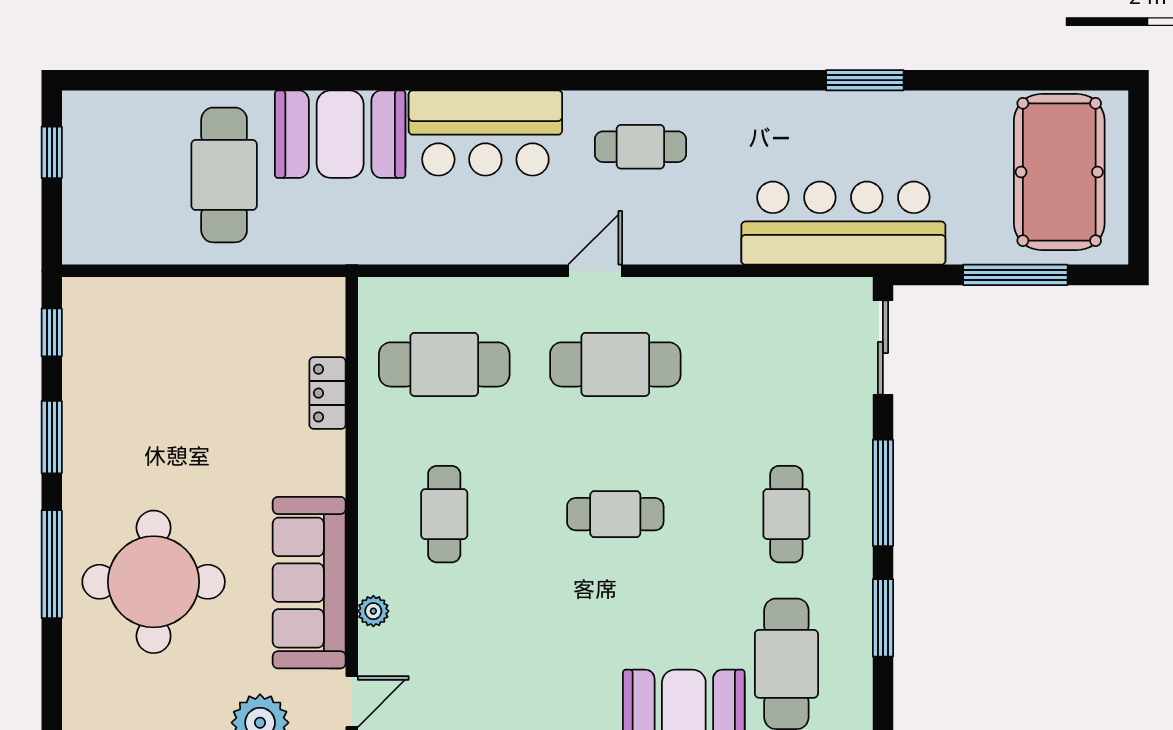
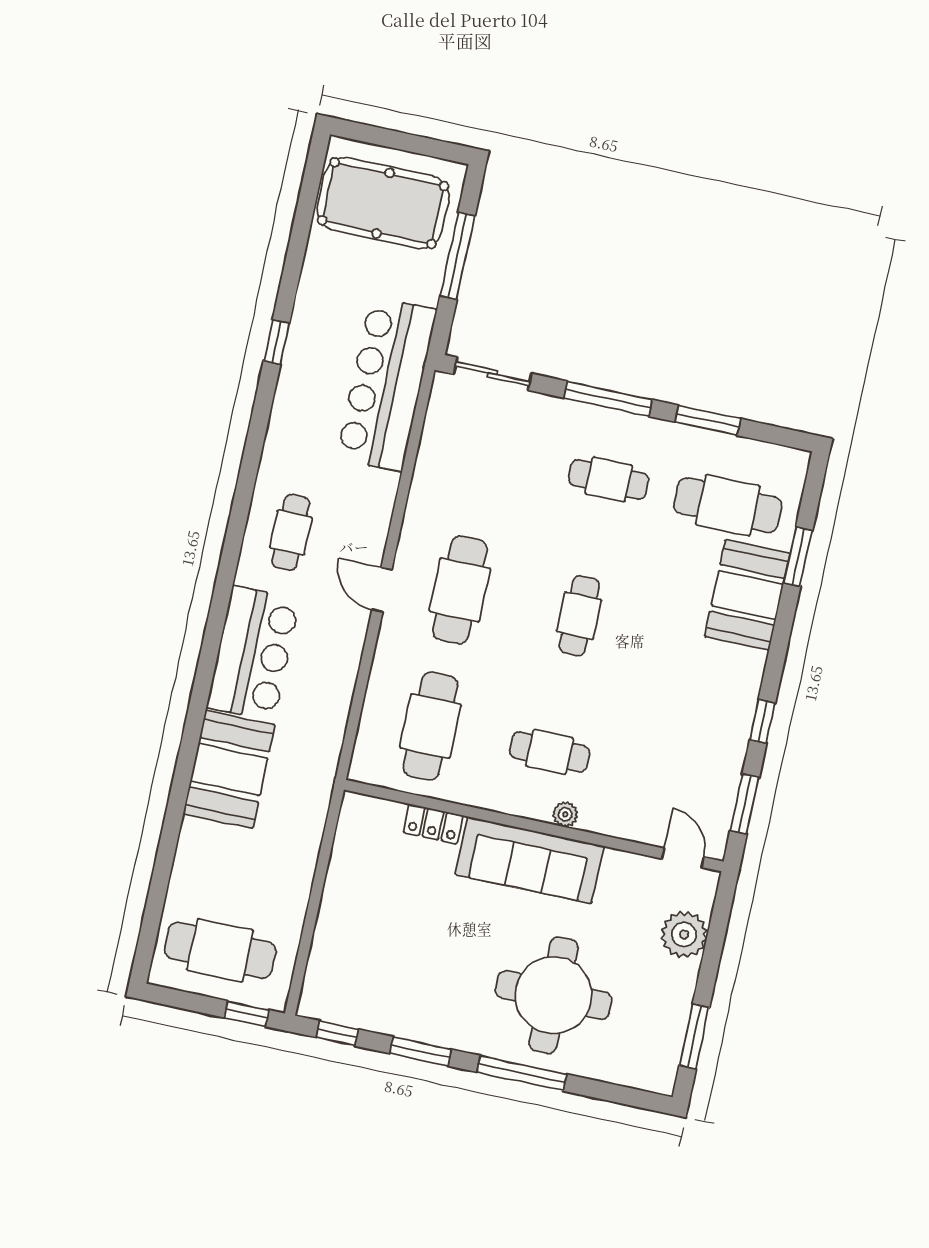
window: (865, 80) -> (276, 342), width x0.67
window: (52, 152) -> (246, 1014), moved
cafe table: (224, 175) -> (220, 950), moved
sofa: (309, 583) -> (529, 860), moved
plant: (373, 611) -> (565, 814), moved

